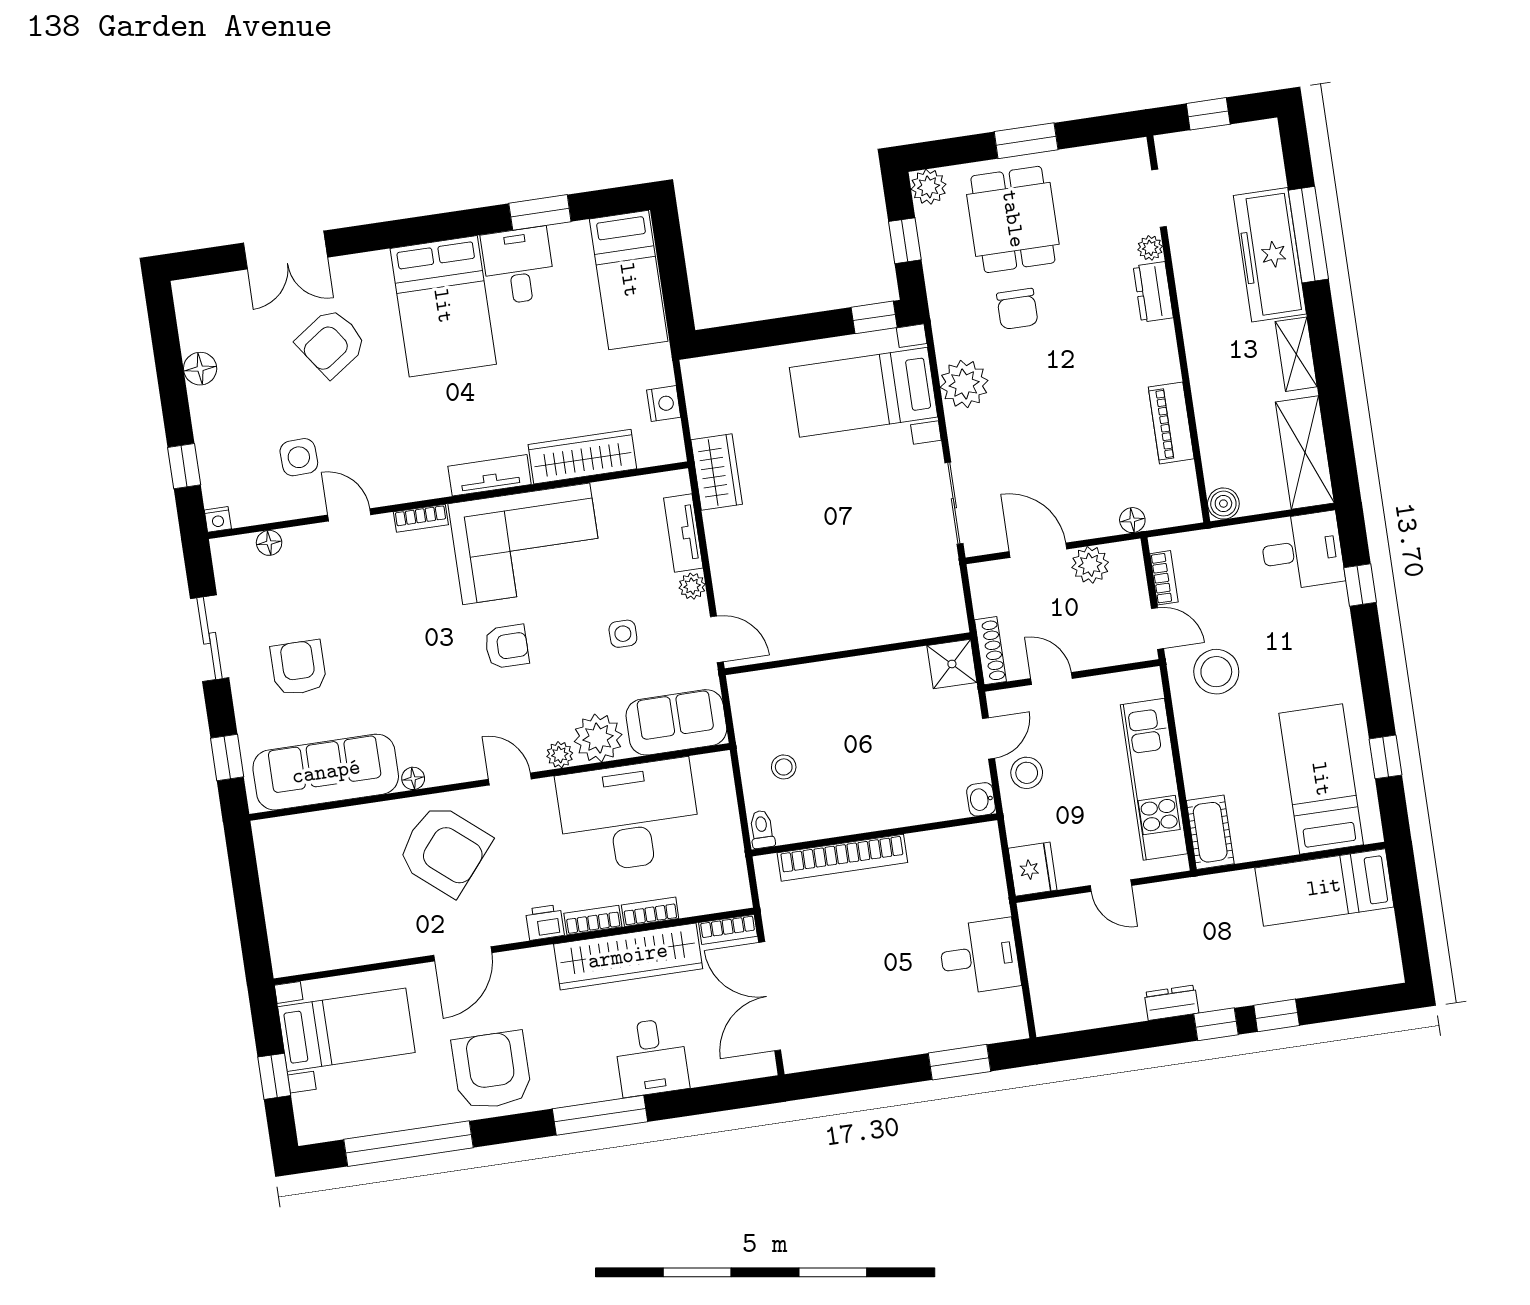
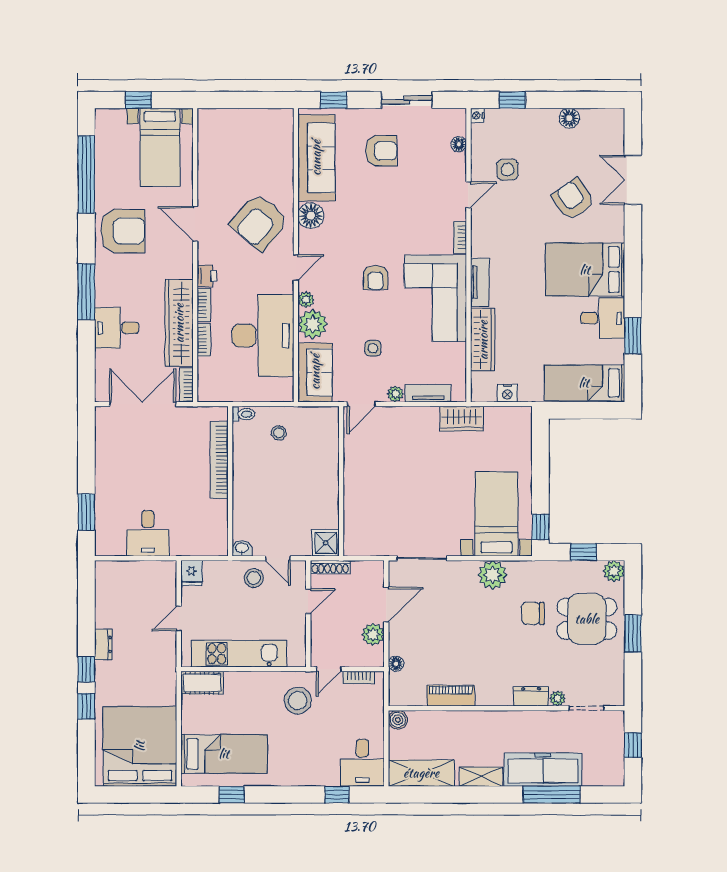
floor lamp: (413, 778) -> (311, 216), width x1.89, depth x1.89
fridge: (1033, 869) -> (191, 573), width x0.72
bed: (1324, 887) -> (140, 746), width x2.04

